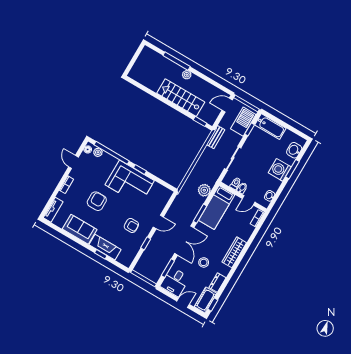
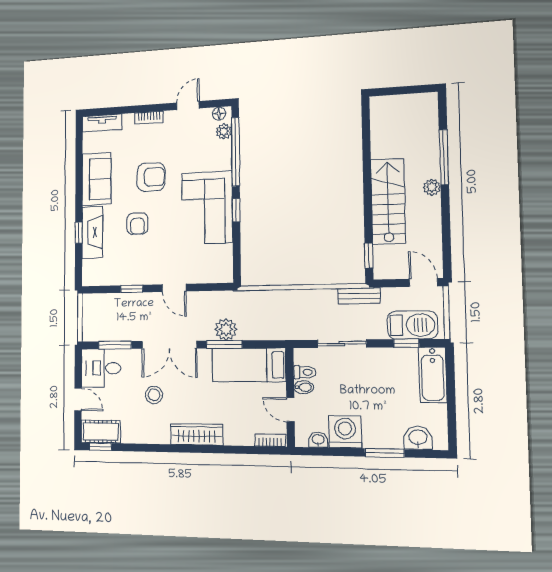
washing machine: (280, 170) -> (345, 432), moved
plant: (204, 190) -> (226, 329), moved
armchair: (131, 225) -> (137, 224), moved
dresser: (218, 283) -> (137, 435), removed

